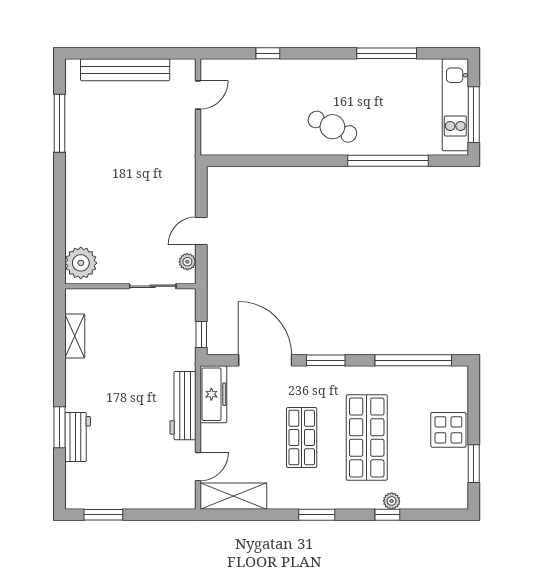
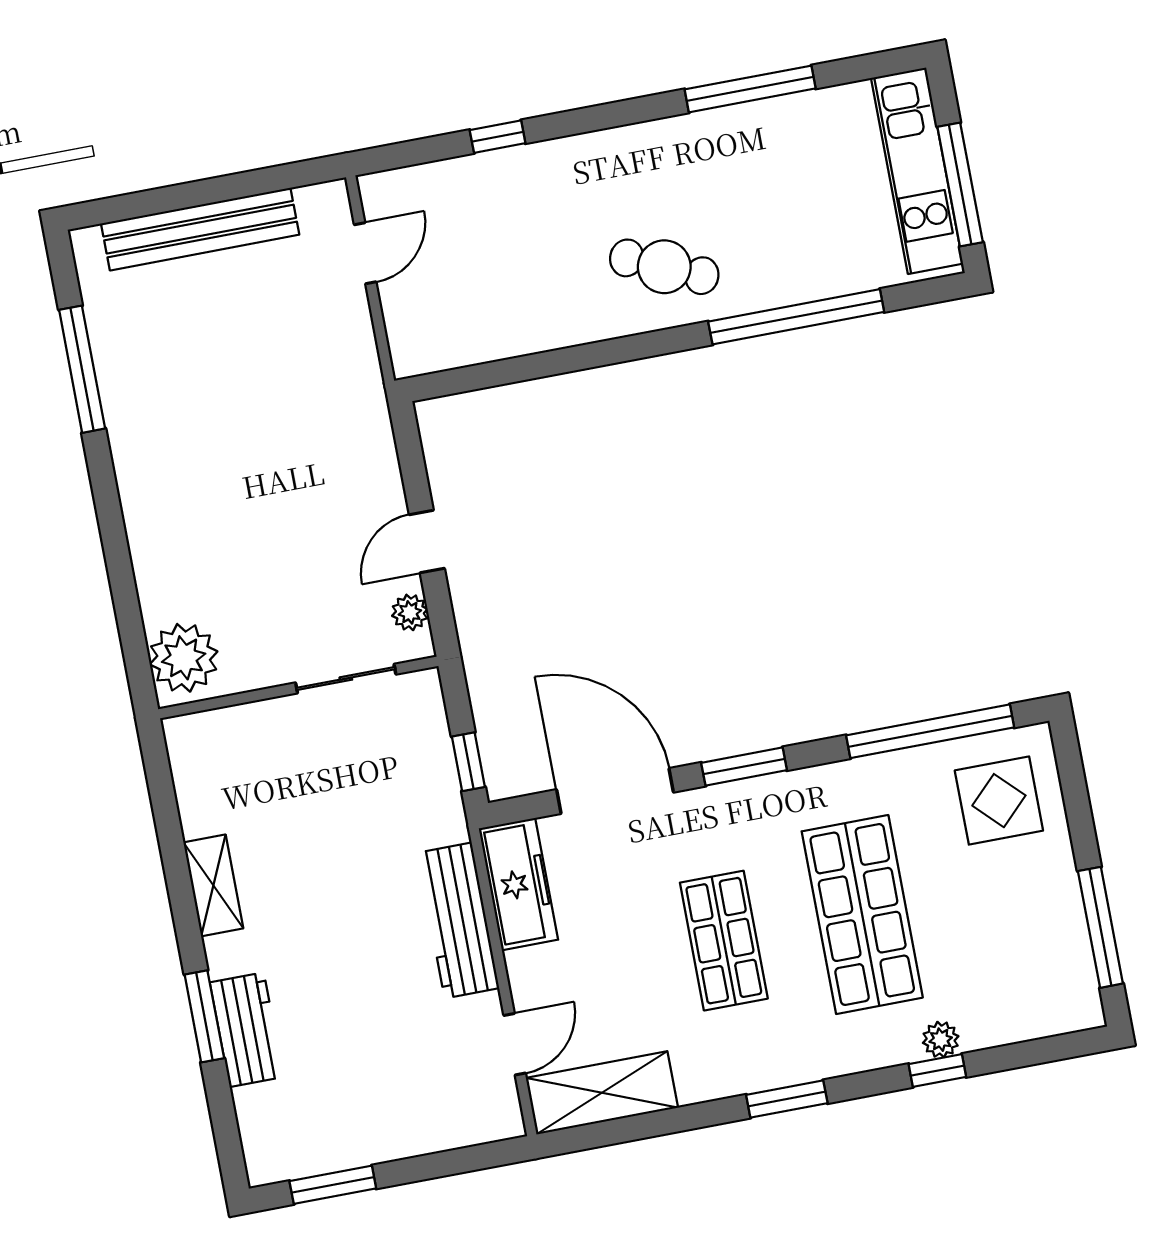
shelving: (75, 336) -> (213, 885), moved
display table: (448, 430) -> (999, 801), moved
window: (474, 464) -> (1100, 927), width x1.44

